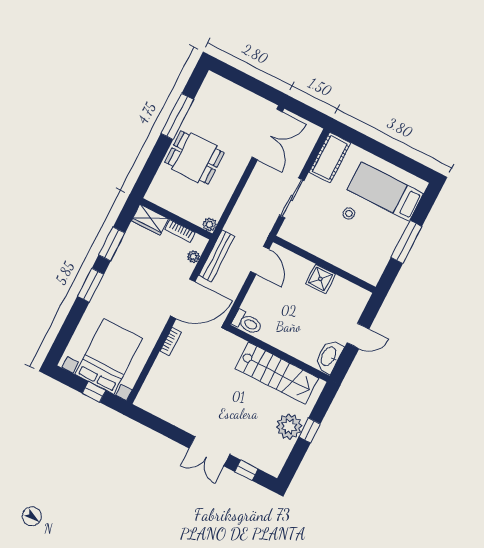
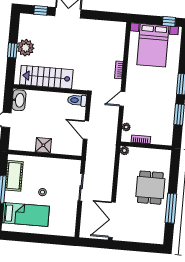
dining table: (194, 158) -> (150, 188), turned 90
cot: (330, 158) -> (14, 176), moved
wardrobe: (150, 220) -> (162, 139), removed
bench: (217, 256) -> (112, 133), removed
door: (260, 260) -> (86, 130), moved
door: (183, 299) -> (122, 99), width x0.53
window: (94, 392) -> (169, 21), moved

